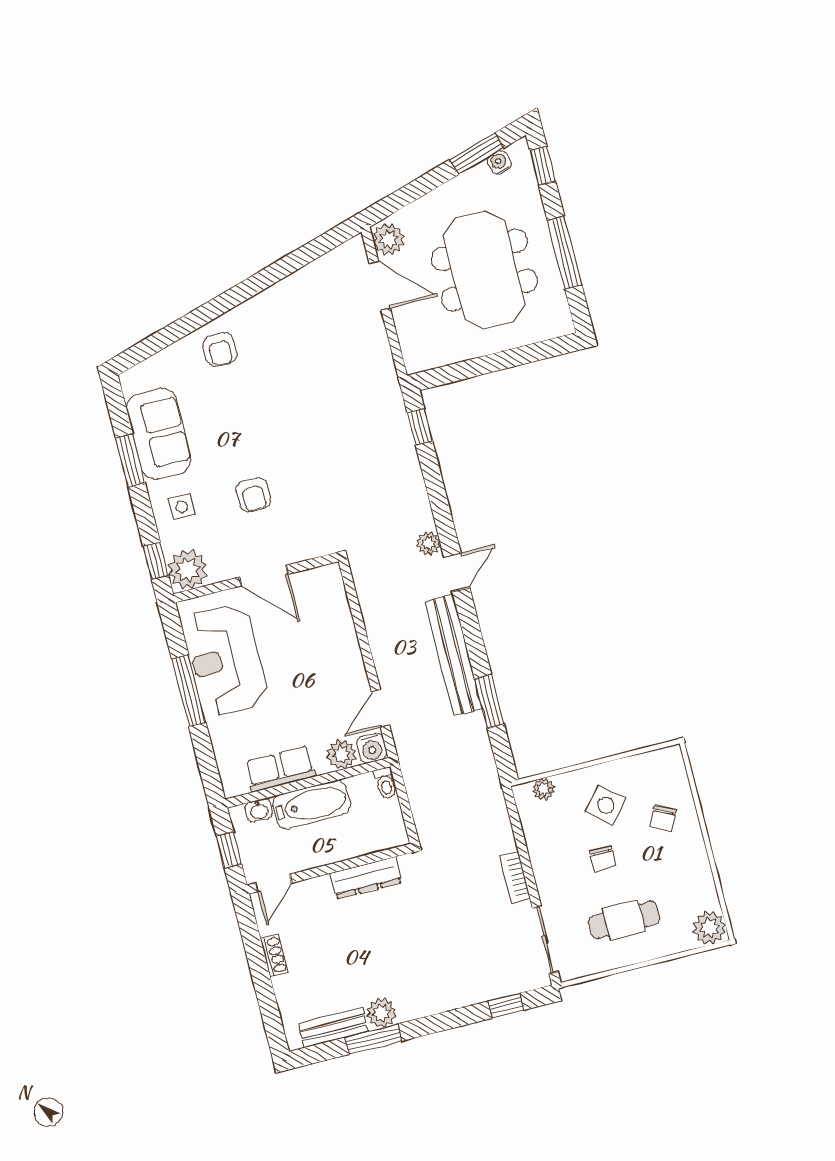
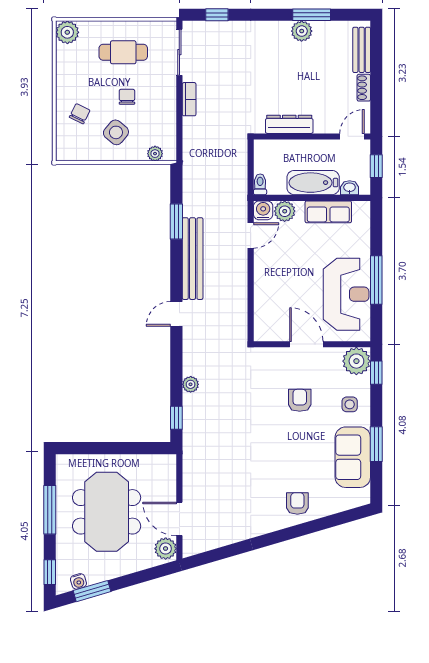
plant: (428, 543) -> (191, 384), moved
bench: (333, 1027) -> (362, 50), moved, turned 90

